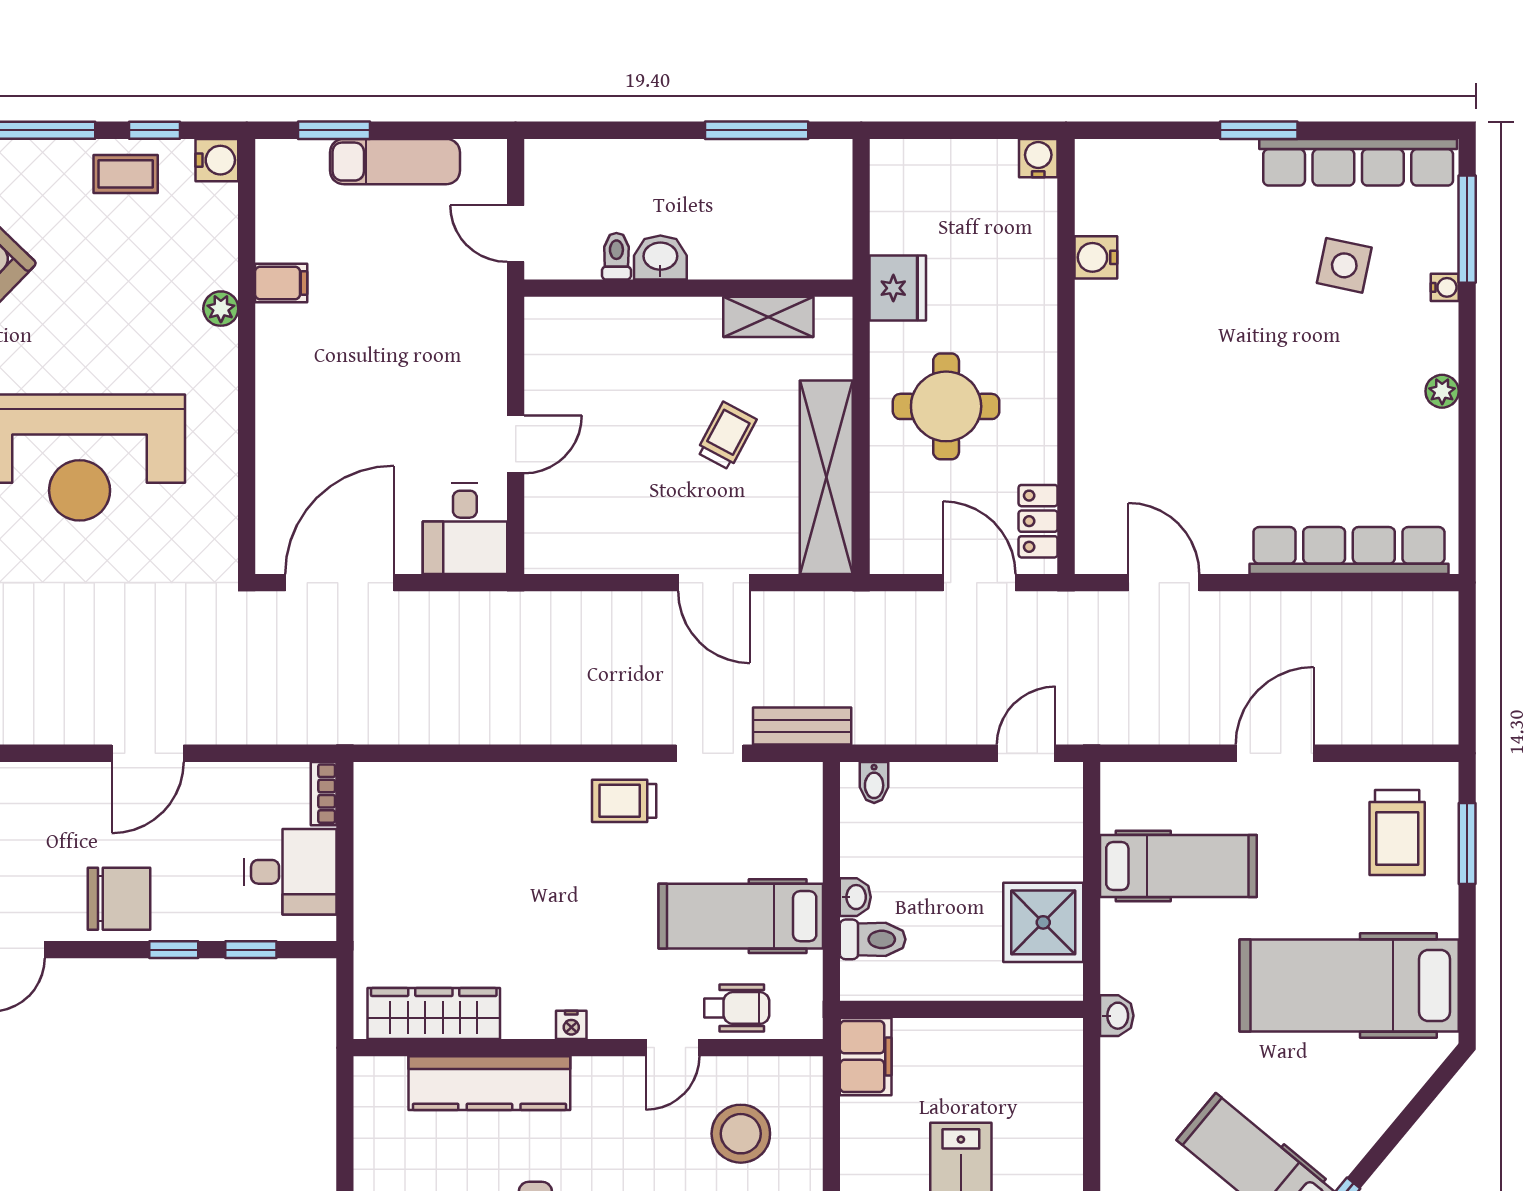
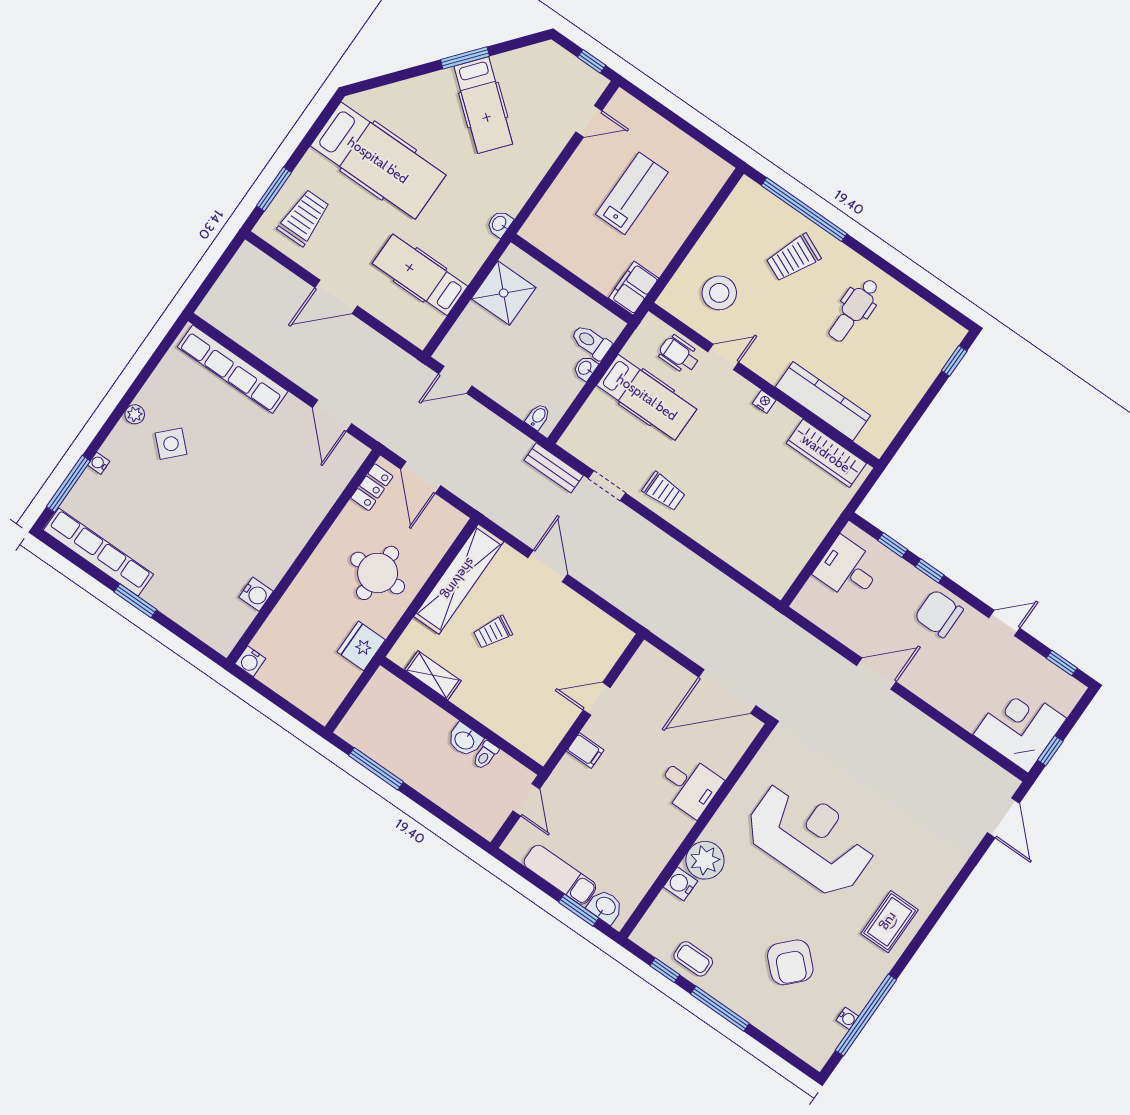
water cooler: (217, 160) -> (680, 884), moved
washbasin: (300, 161) -> (605, 907), added
side table: (1344, 265) -> (171, 444), moved, turned 32
filing cabinet: (281, 283) -> (585, 750), moved, turned 180
plant: (221, 309) -> (705, 860), width x1.88, depth x1.88
desk: (465, 529) -> (689, 785), moved, turned 90
bookcase: (324, 794) -> (806, 595), removed

